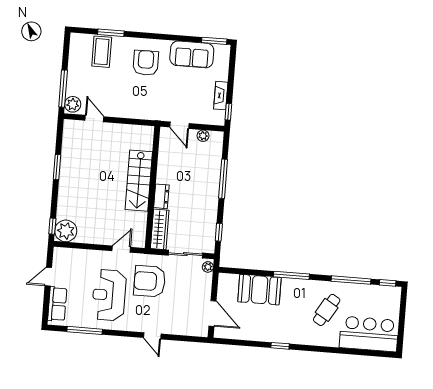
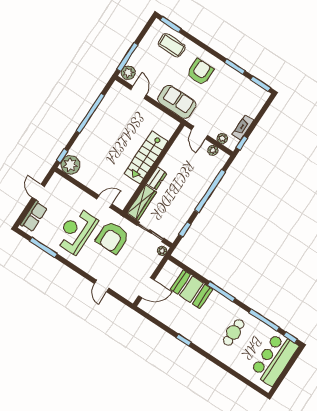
window: (111, 33) -> (171, 24), moved
window: (178, 38) -> (235, 67), added
coffee table: (102, 52) -> (172, 45), turned 90
sofa: (192, 54) -> (177, 102), moved, turned 180
plant: (206, 118) -> (222, 139), added
window: (57, 167) -> (90, 113), width x2.11
window: (223, 179) -> (210, 191), width x1.46
door: (48, 277) -> (38, 192), hinge flipped
armchair: (150, 281) -> (112, 237), turned -90
cafe table: (327, 310) -> (234, 332), turned -31
door: (212, 314) -> (146, 288), hinge flipped
bar counter: (369, 334) -> (274, 359), moved, turned -90
door: (152, 336) -> (102, 286), moved

